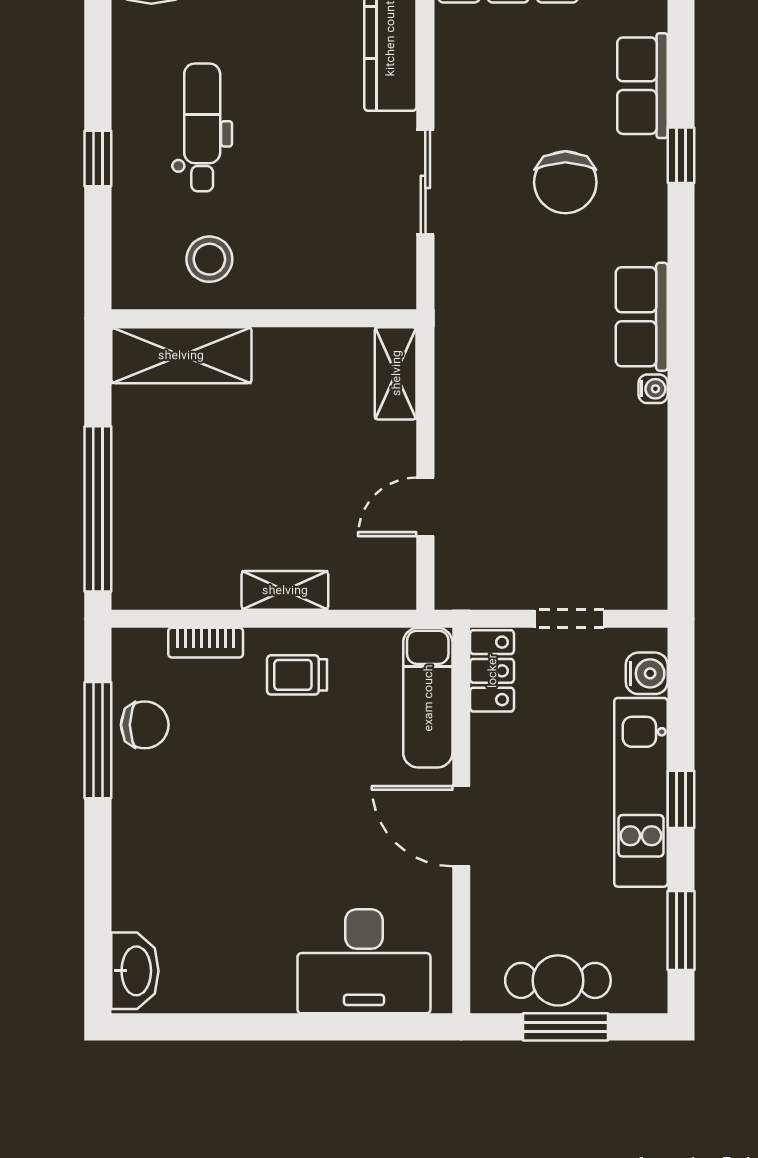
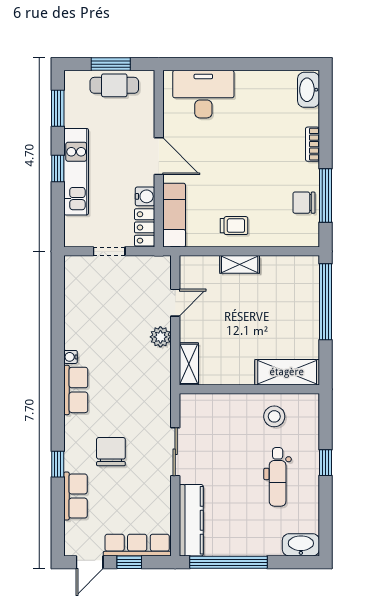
plant: (457, 432) -> (160, 337), added
bookcase: (206, 643) -> (312, 144), moved, turned -90
water cooler: (647, 673) -> (145, 196), moved, turned 180

